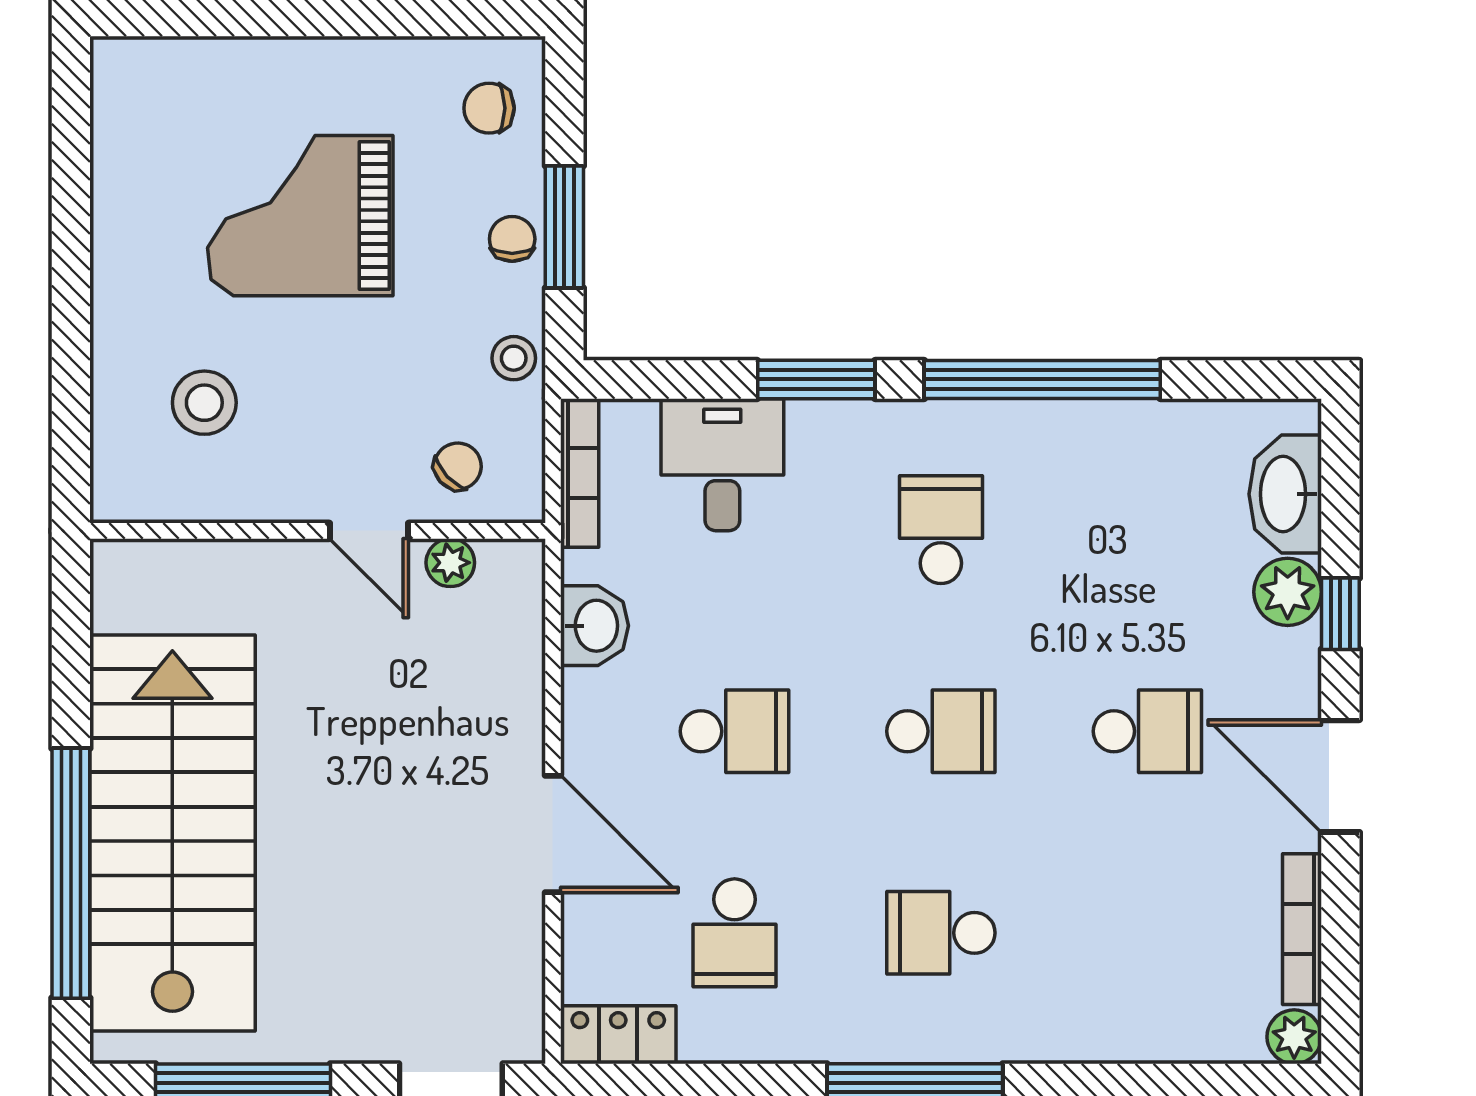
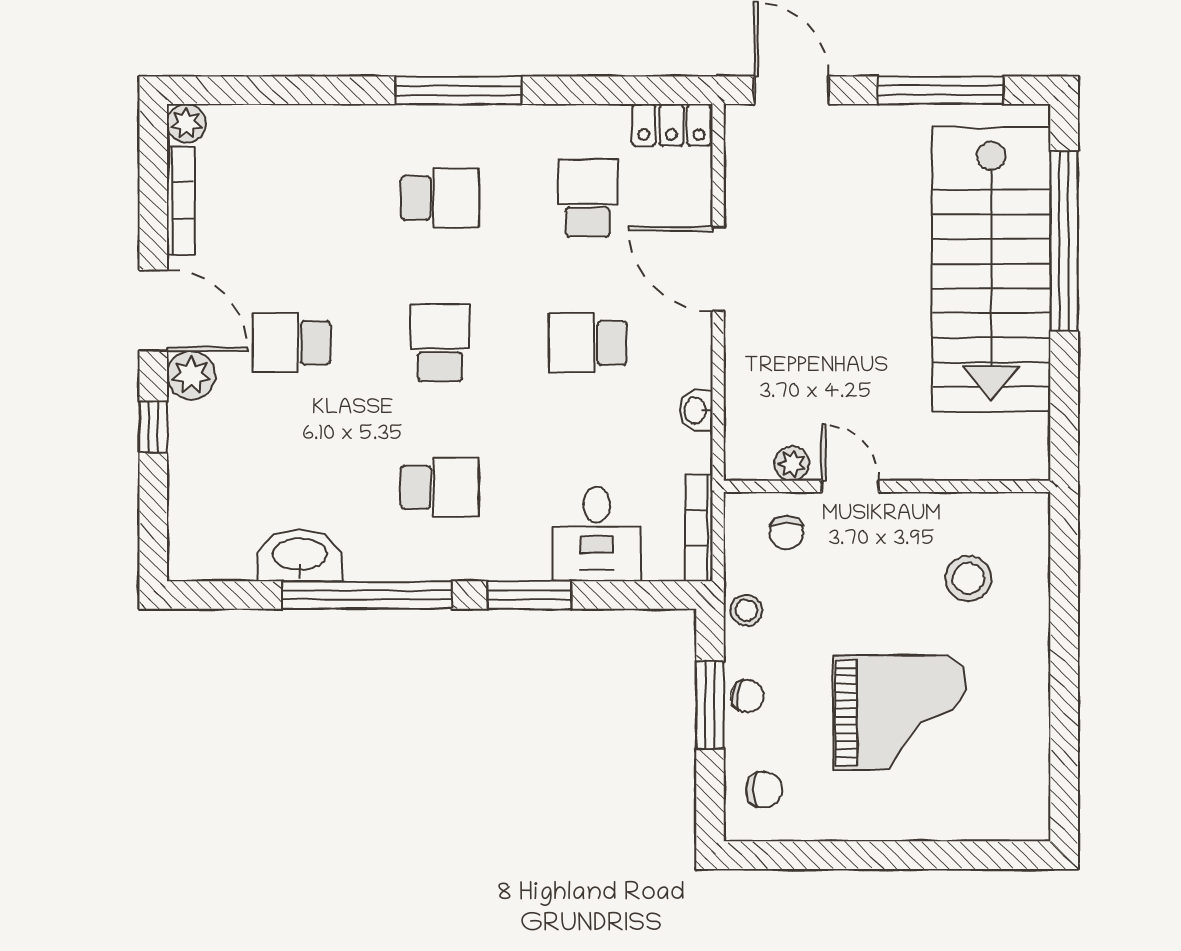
chair: (512, 239) -> (747, 696), turned -81
chair: (458, 466) -> (787, 533), turned -47
washbasin: (1285, 494) -> (300, 555), moved, turned -90
school desk: (941, 530) -> (440, 487), turned -90
plant: (1288, 592) -> (191, 375), moved
washbasin: (594, 626) -> (696, 410), width x0.72, depth x0.69
school desk: (941, 731) -> (440, 343), turned 90

